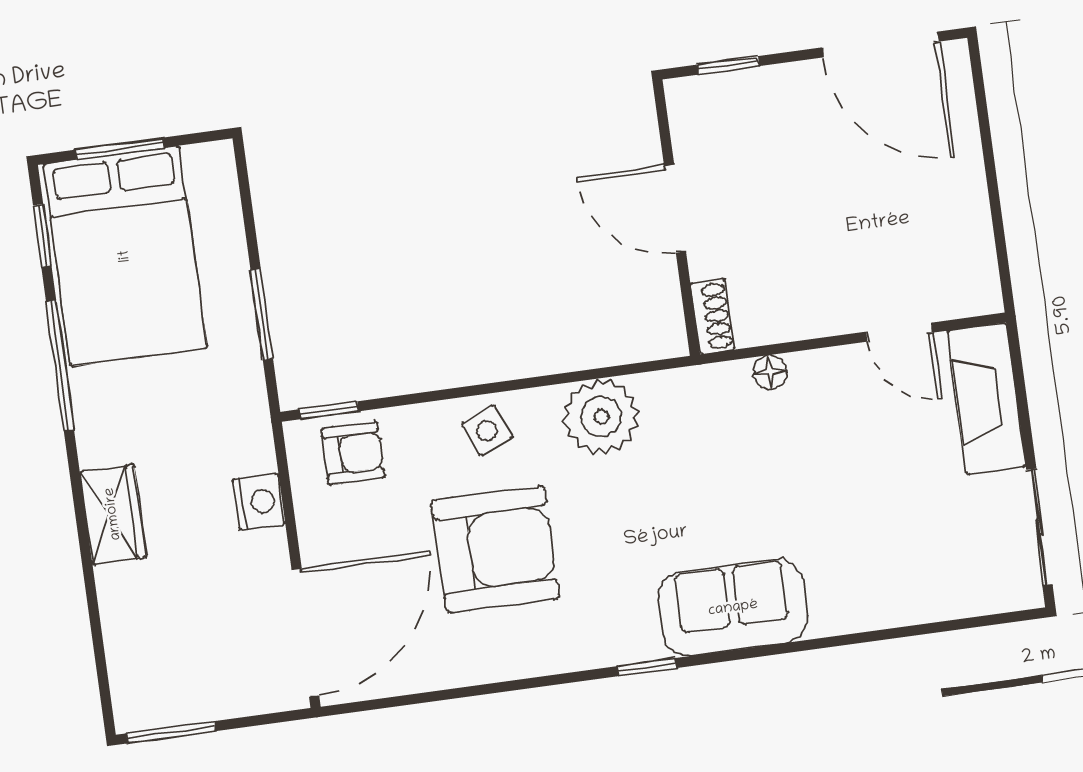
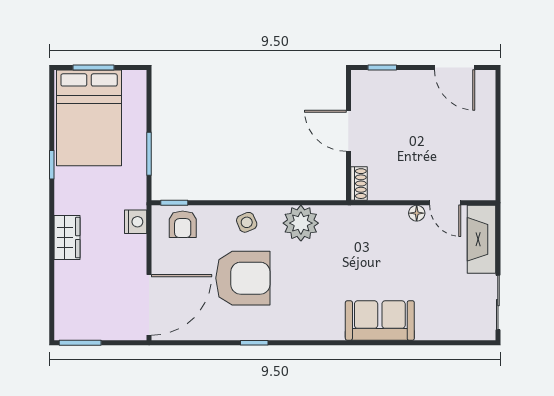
door: (880, 45) -> (455, 68), width x0.73
window: (42, 236) -> (52, 103), removed
window: (60, 366) -> (52, 165), width x0.46
floor lamp: (770, 372) -> (417, 213), moved
armchair: (353, 453) -> (183, 224), turned 90
nightstand: (259, 502) -> (136, 222), moved
sofa: (733, 608) -> (380, 321), moved
window: (647, 667) -> (254, 343), moved

